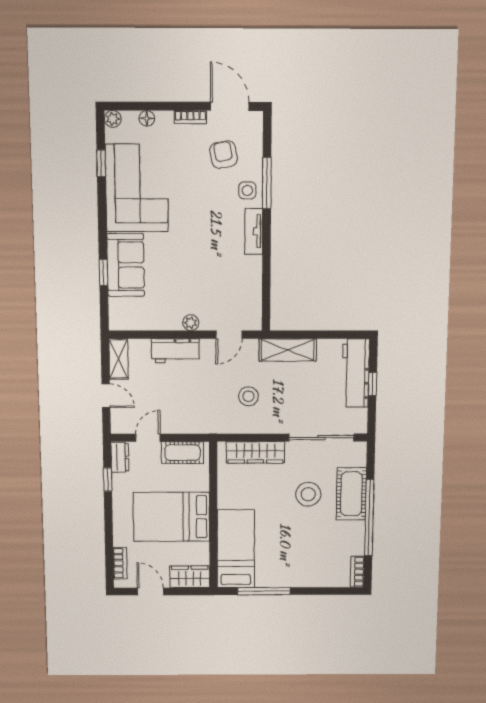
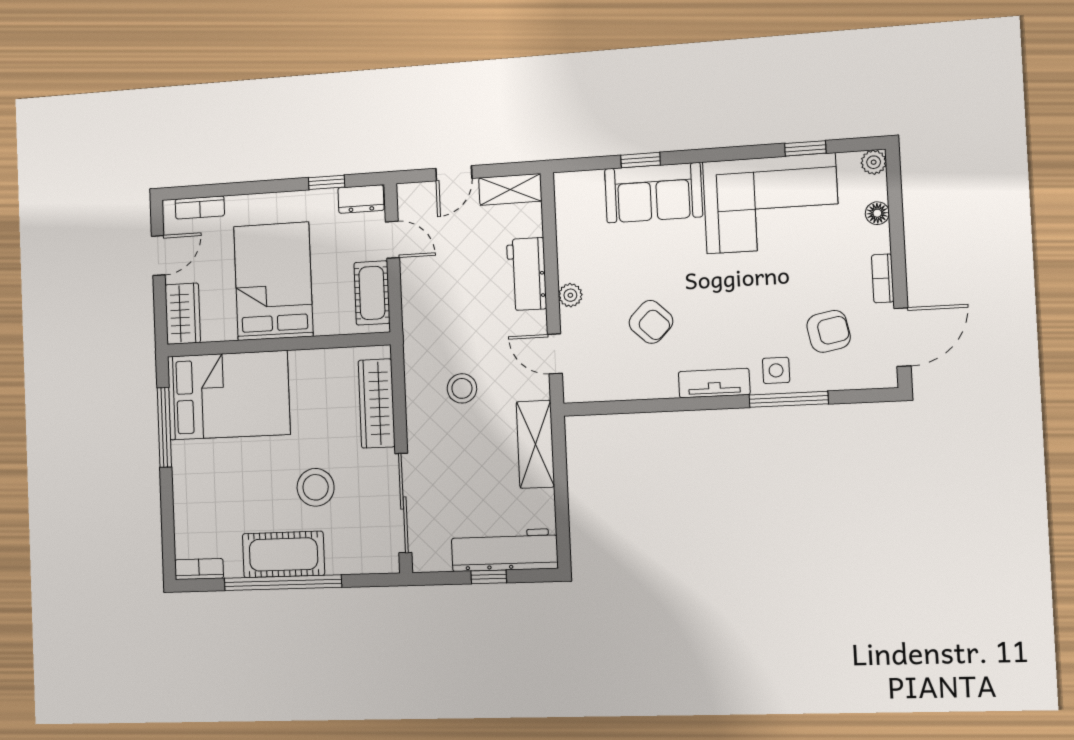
armchair: (211, 271) -> (651, 322), added
cot: (351, 494) -> (283, 554), moved
bed: (236, 549) -> (228, 395), width x1.50

